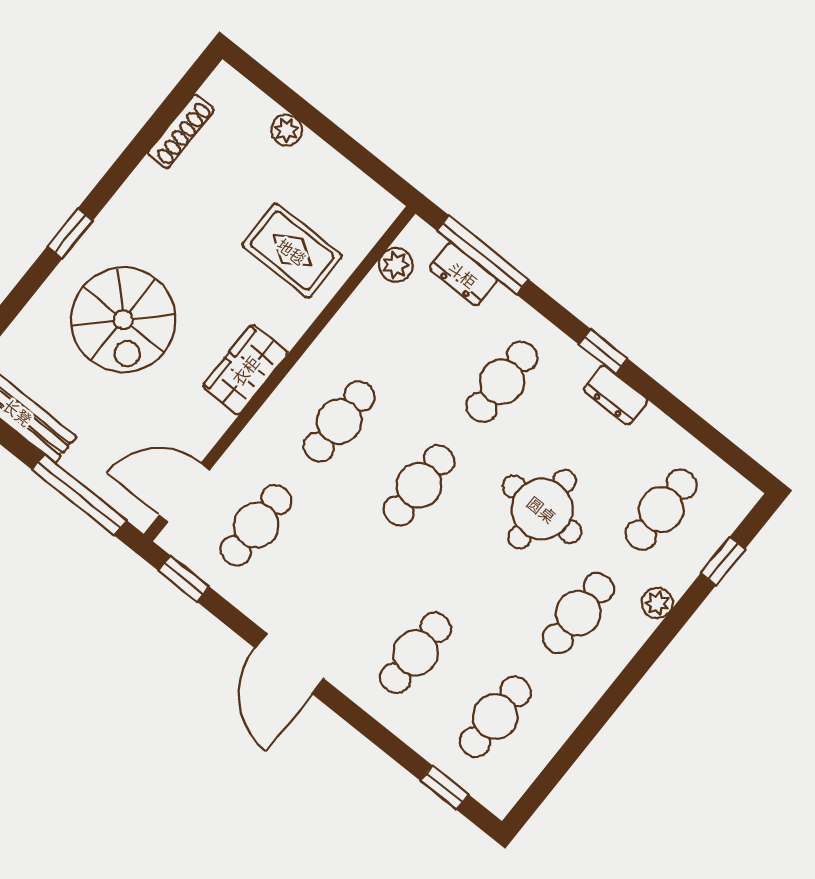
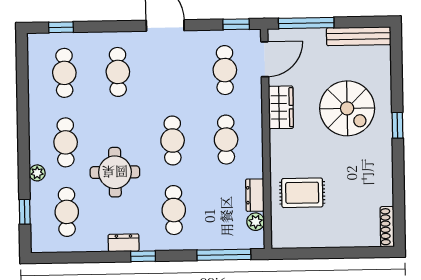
plant: (287, 130) -> (345, 239), removed
shoe rack: (181, 131) -> (387, 227), moved
dresser: (463, 274) -> (255, 195), moved, turned -90
spiral stairs: (123, 320) -> (347, 108), turned 180
wardrobe: (245, 370) -> (281, 107), moved

